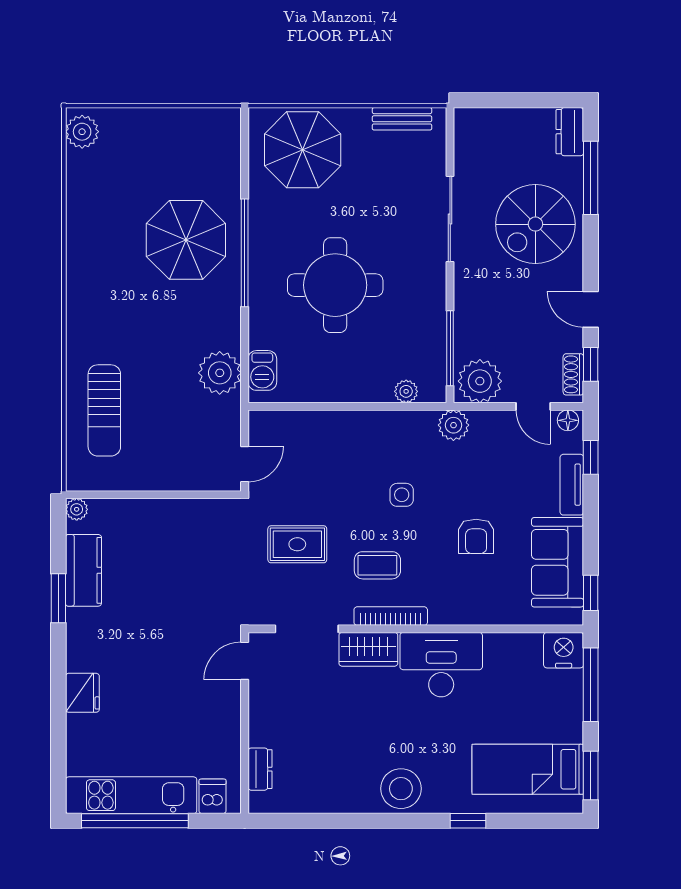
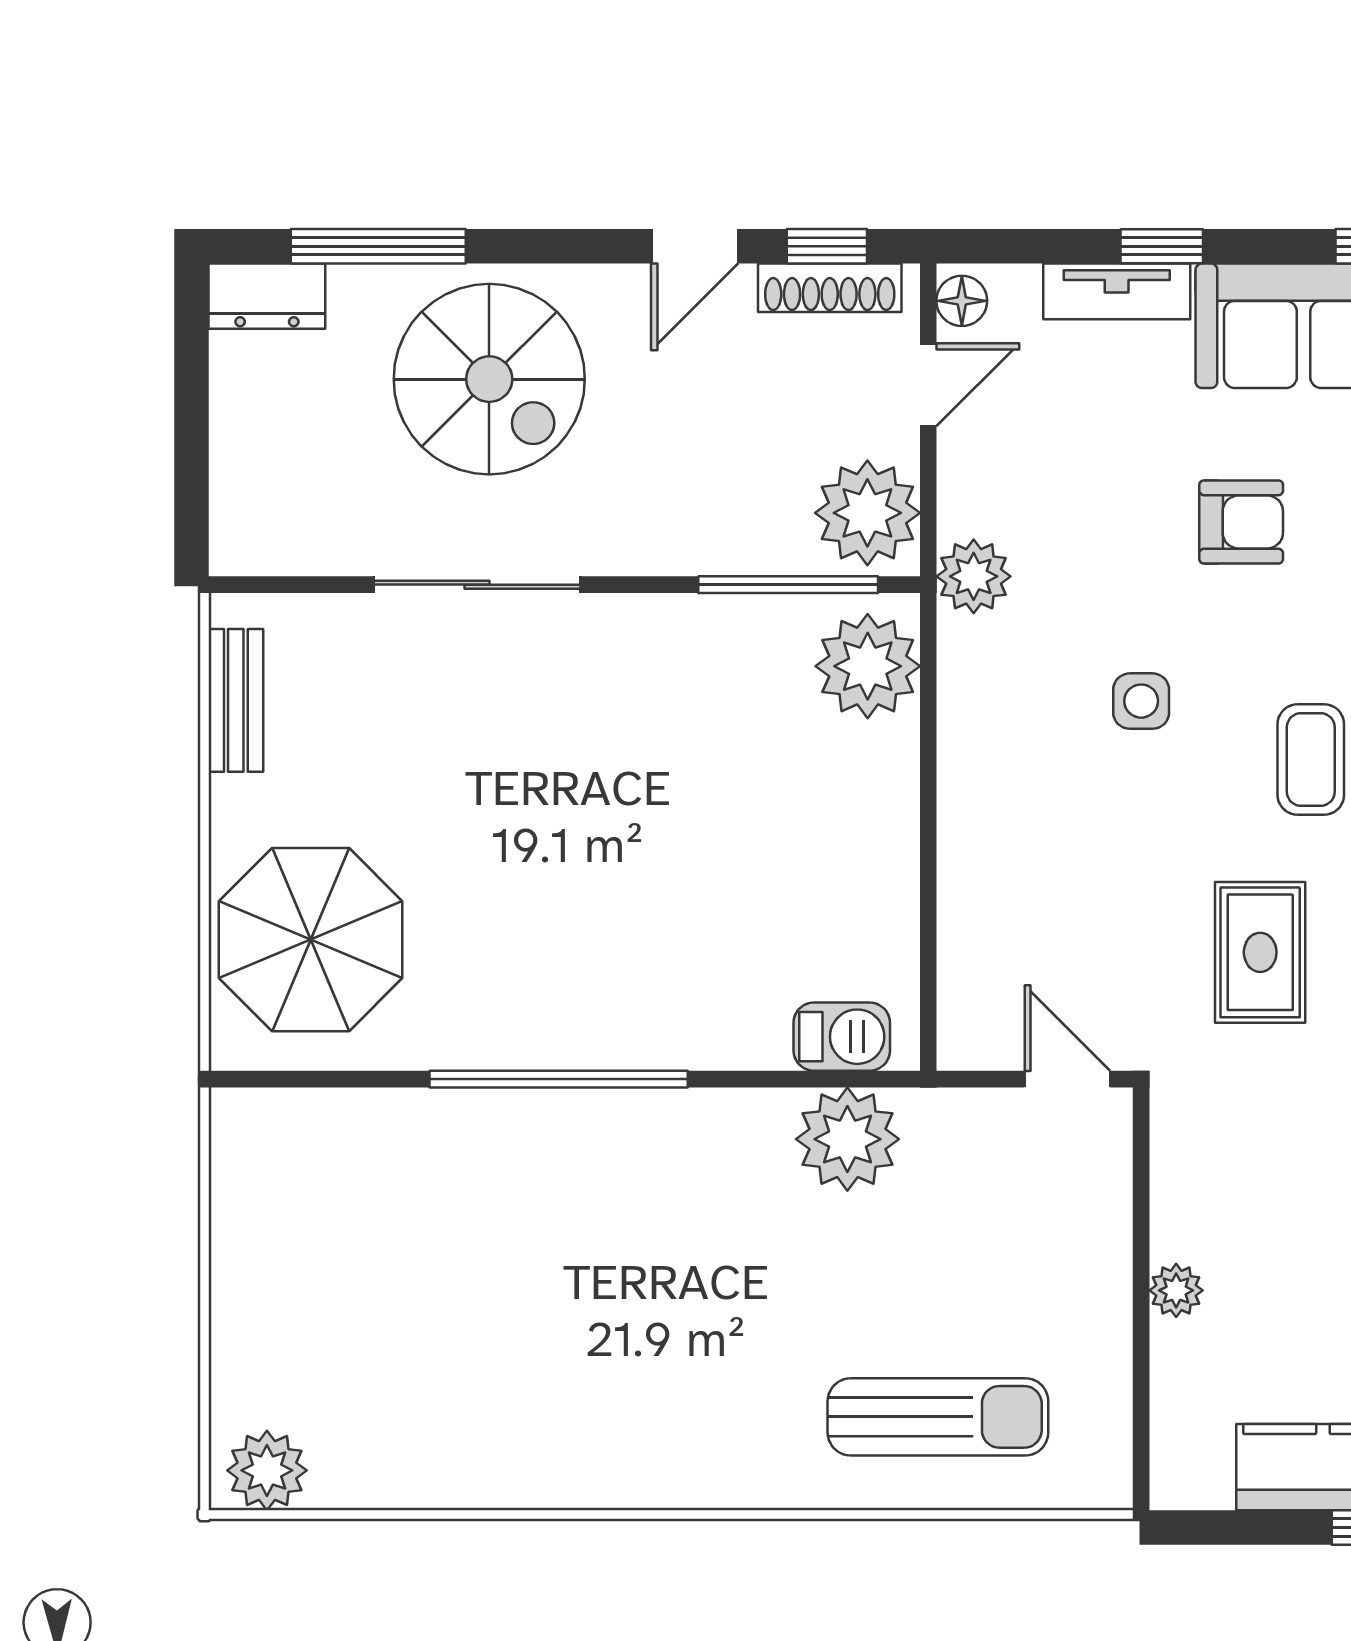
parasol: (186, 240) -> (527, 1220), removed
round table: (335, 285) -> (636, 861), removed
shoe rack: (573, 374) -> (830, 288), width x1.43
plant: (406, 391) -> (868, 666), width x1.88, depth x1.88
window: (591, 457) -> (1162, 246), moved
plant: (77, 509) -> (1176, 1290), moved

